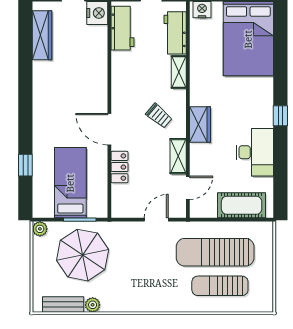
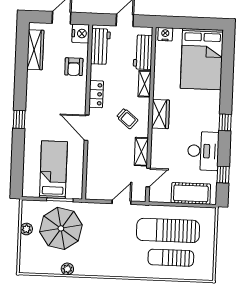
armchair: (90, 54) -> (74, 67), added
wardrobe: (200, 124) -> (160, 114), moved
window: (25, 165) -> (19, 119), moved
locker: (119, 167) -> (96, 94), moved
window: (280, 180) -> (223, 175), added
plant: (40, 229) -> (26, 229), moved
bench: (63, 304) -> (44, 268), removed

